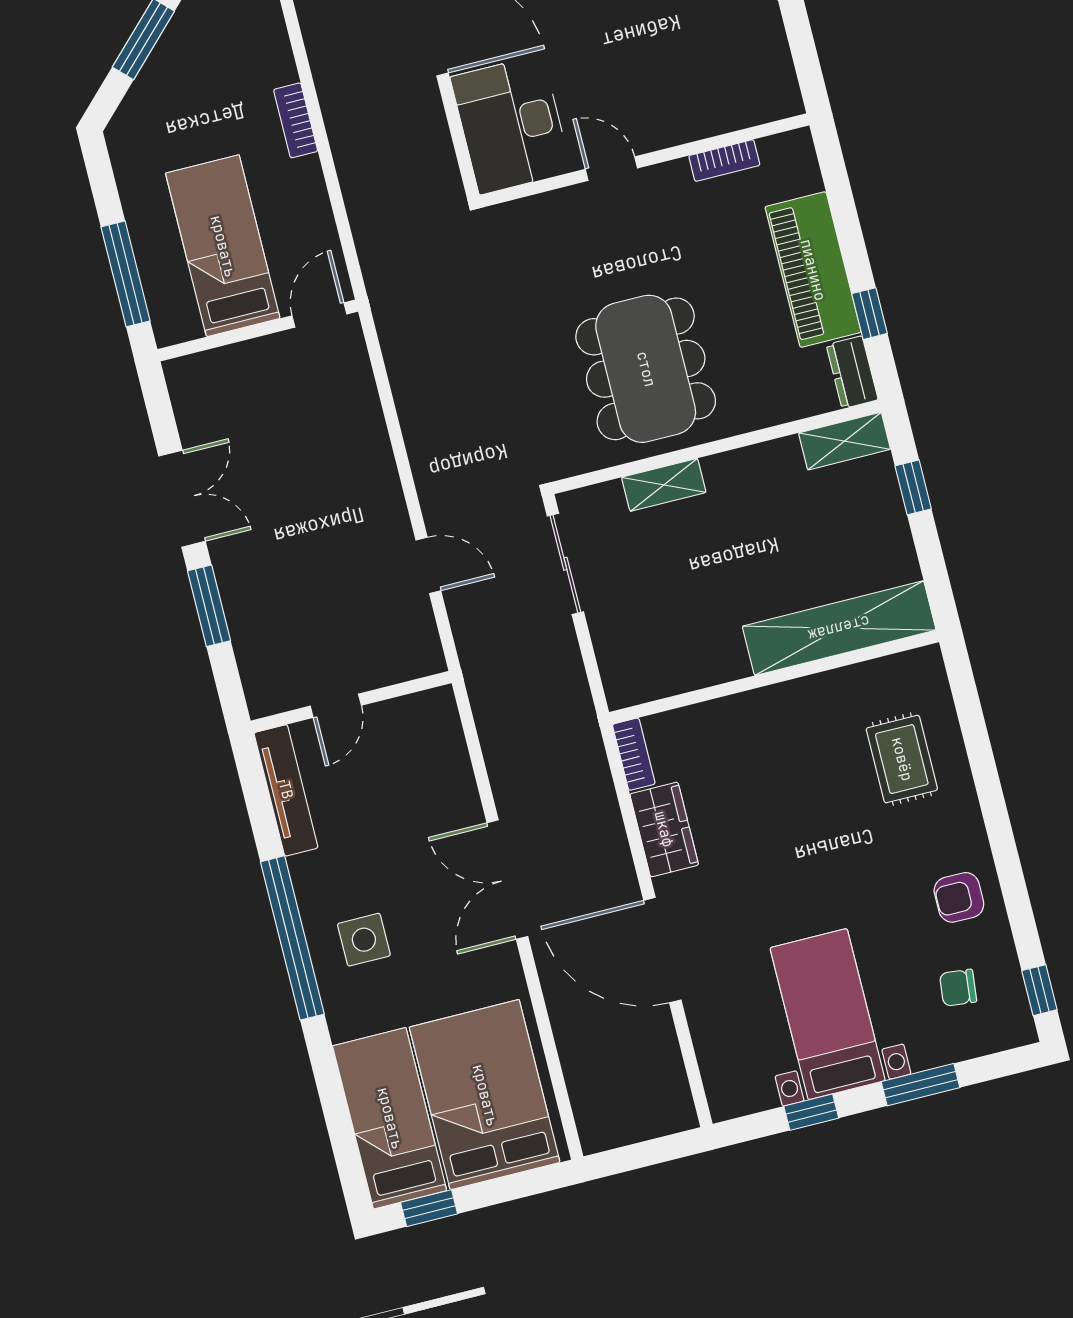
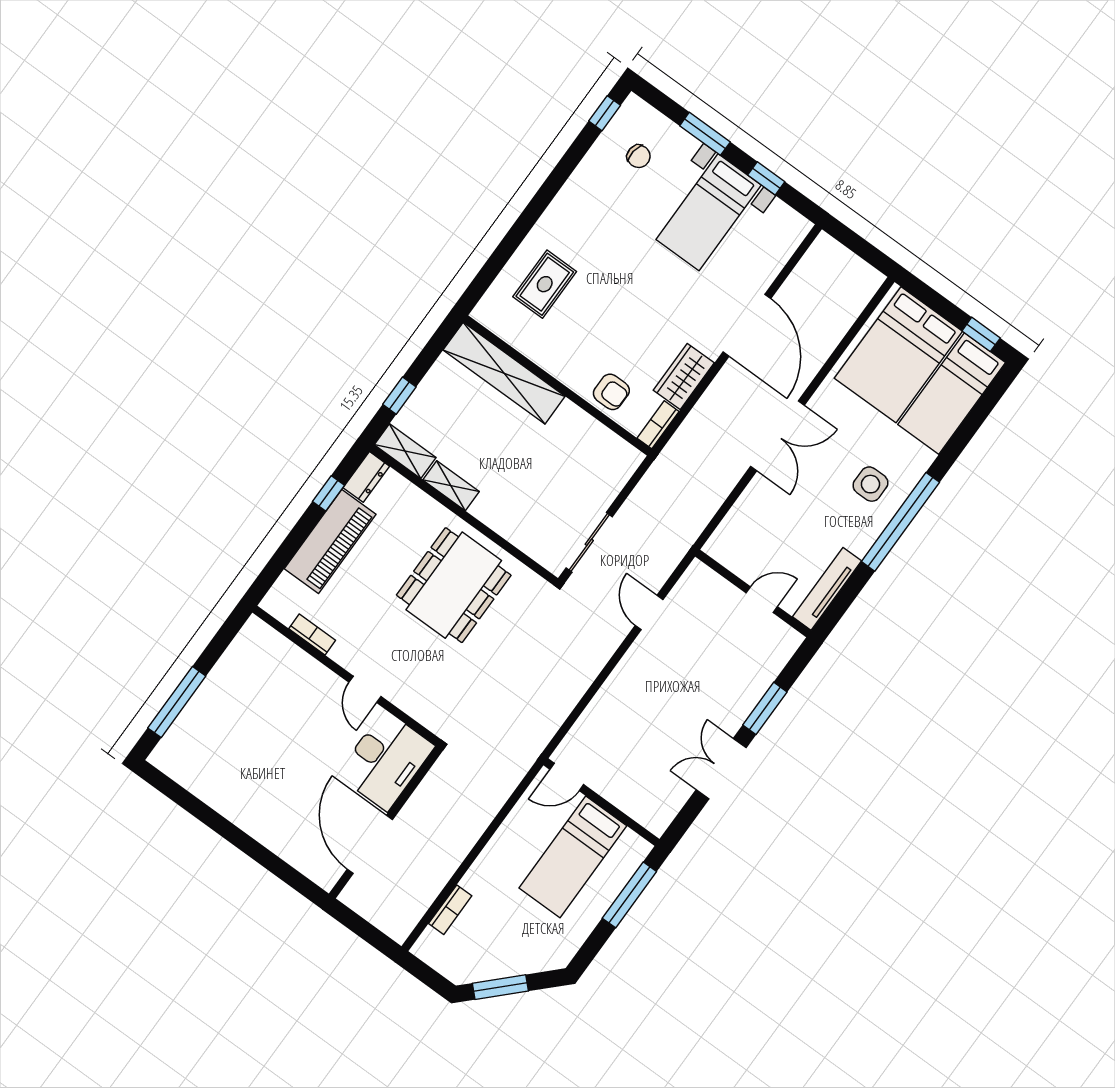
bookcase: (296, 120) -> (450, 910), moved
shelving: (664, 485) -> (451, 486), moved
armchair: (959, 897) -> (611, 392), moved

